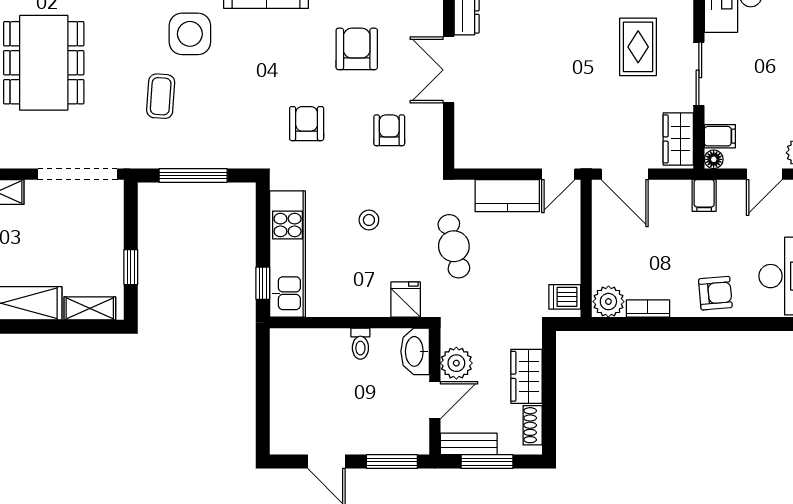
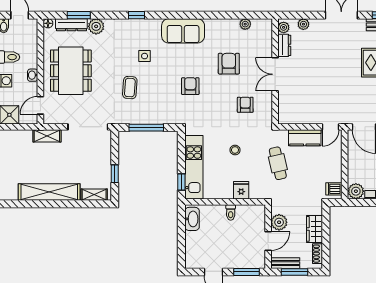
side table: (190, 34) -> (145, 56), width x0.54, depth x0.54
armchair: (307, 124) -> (190, 86), moved
fridge: (406, 300) -> (241, 190), moved
washbasin: (415, 351) -> (192, 219), moved, turned 180

